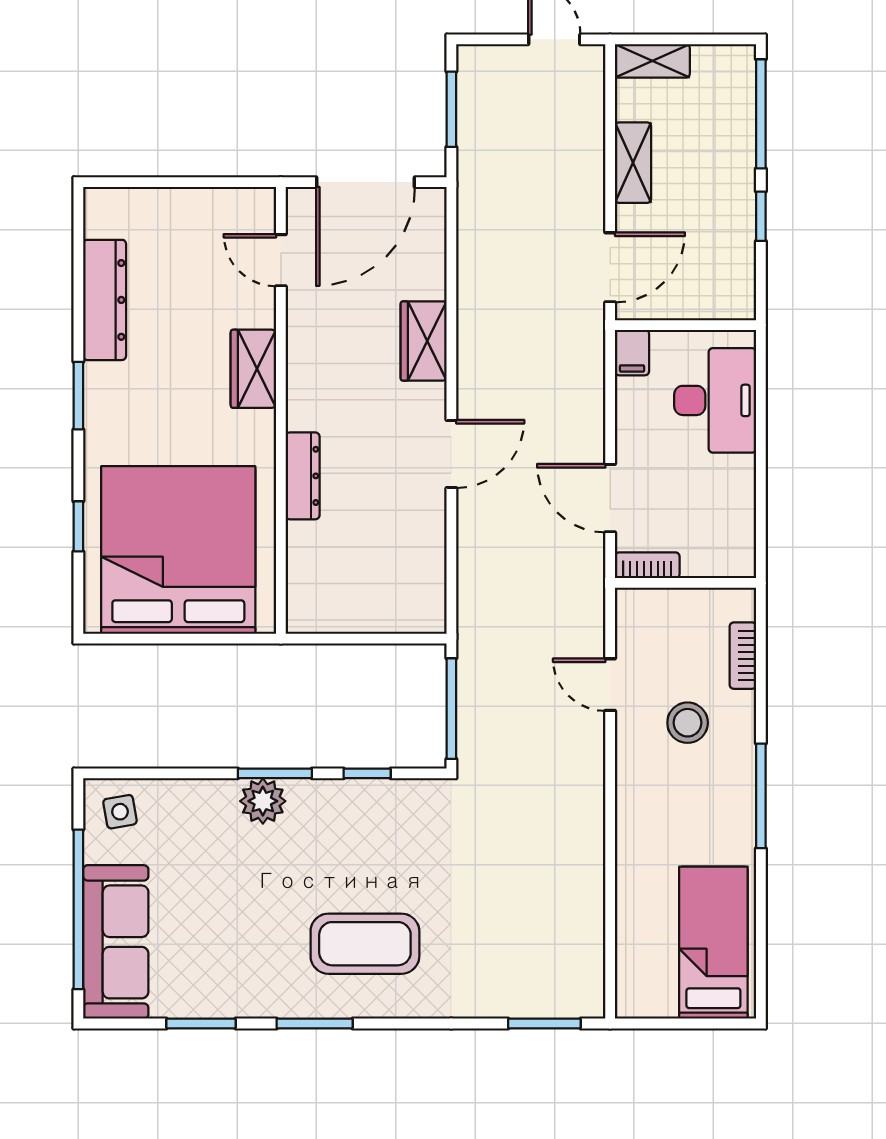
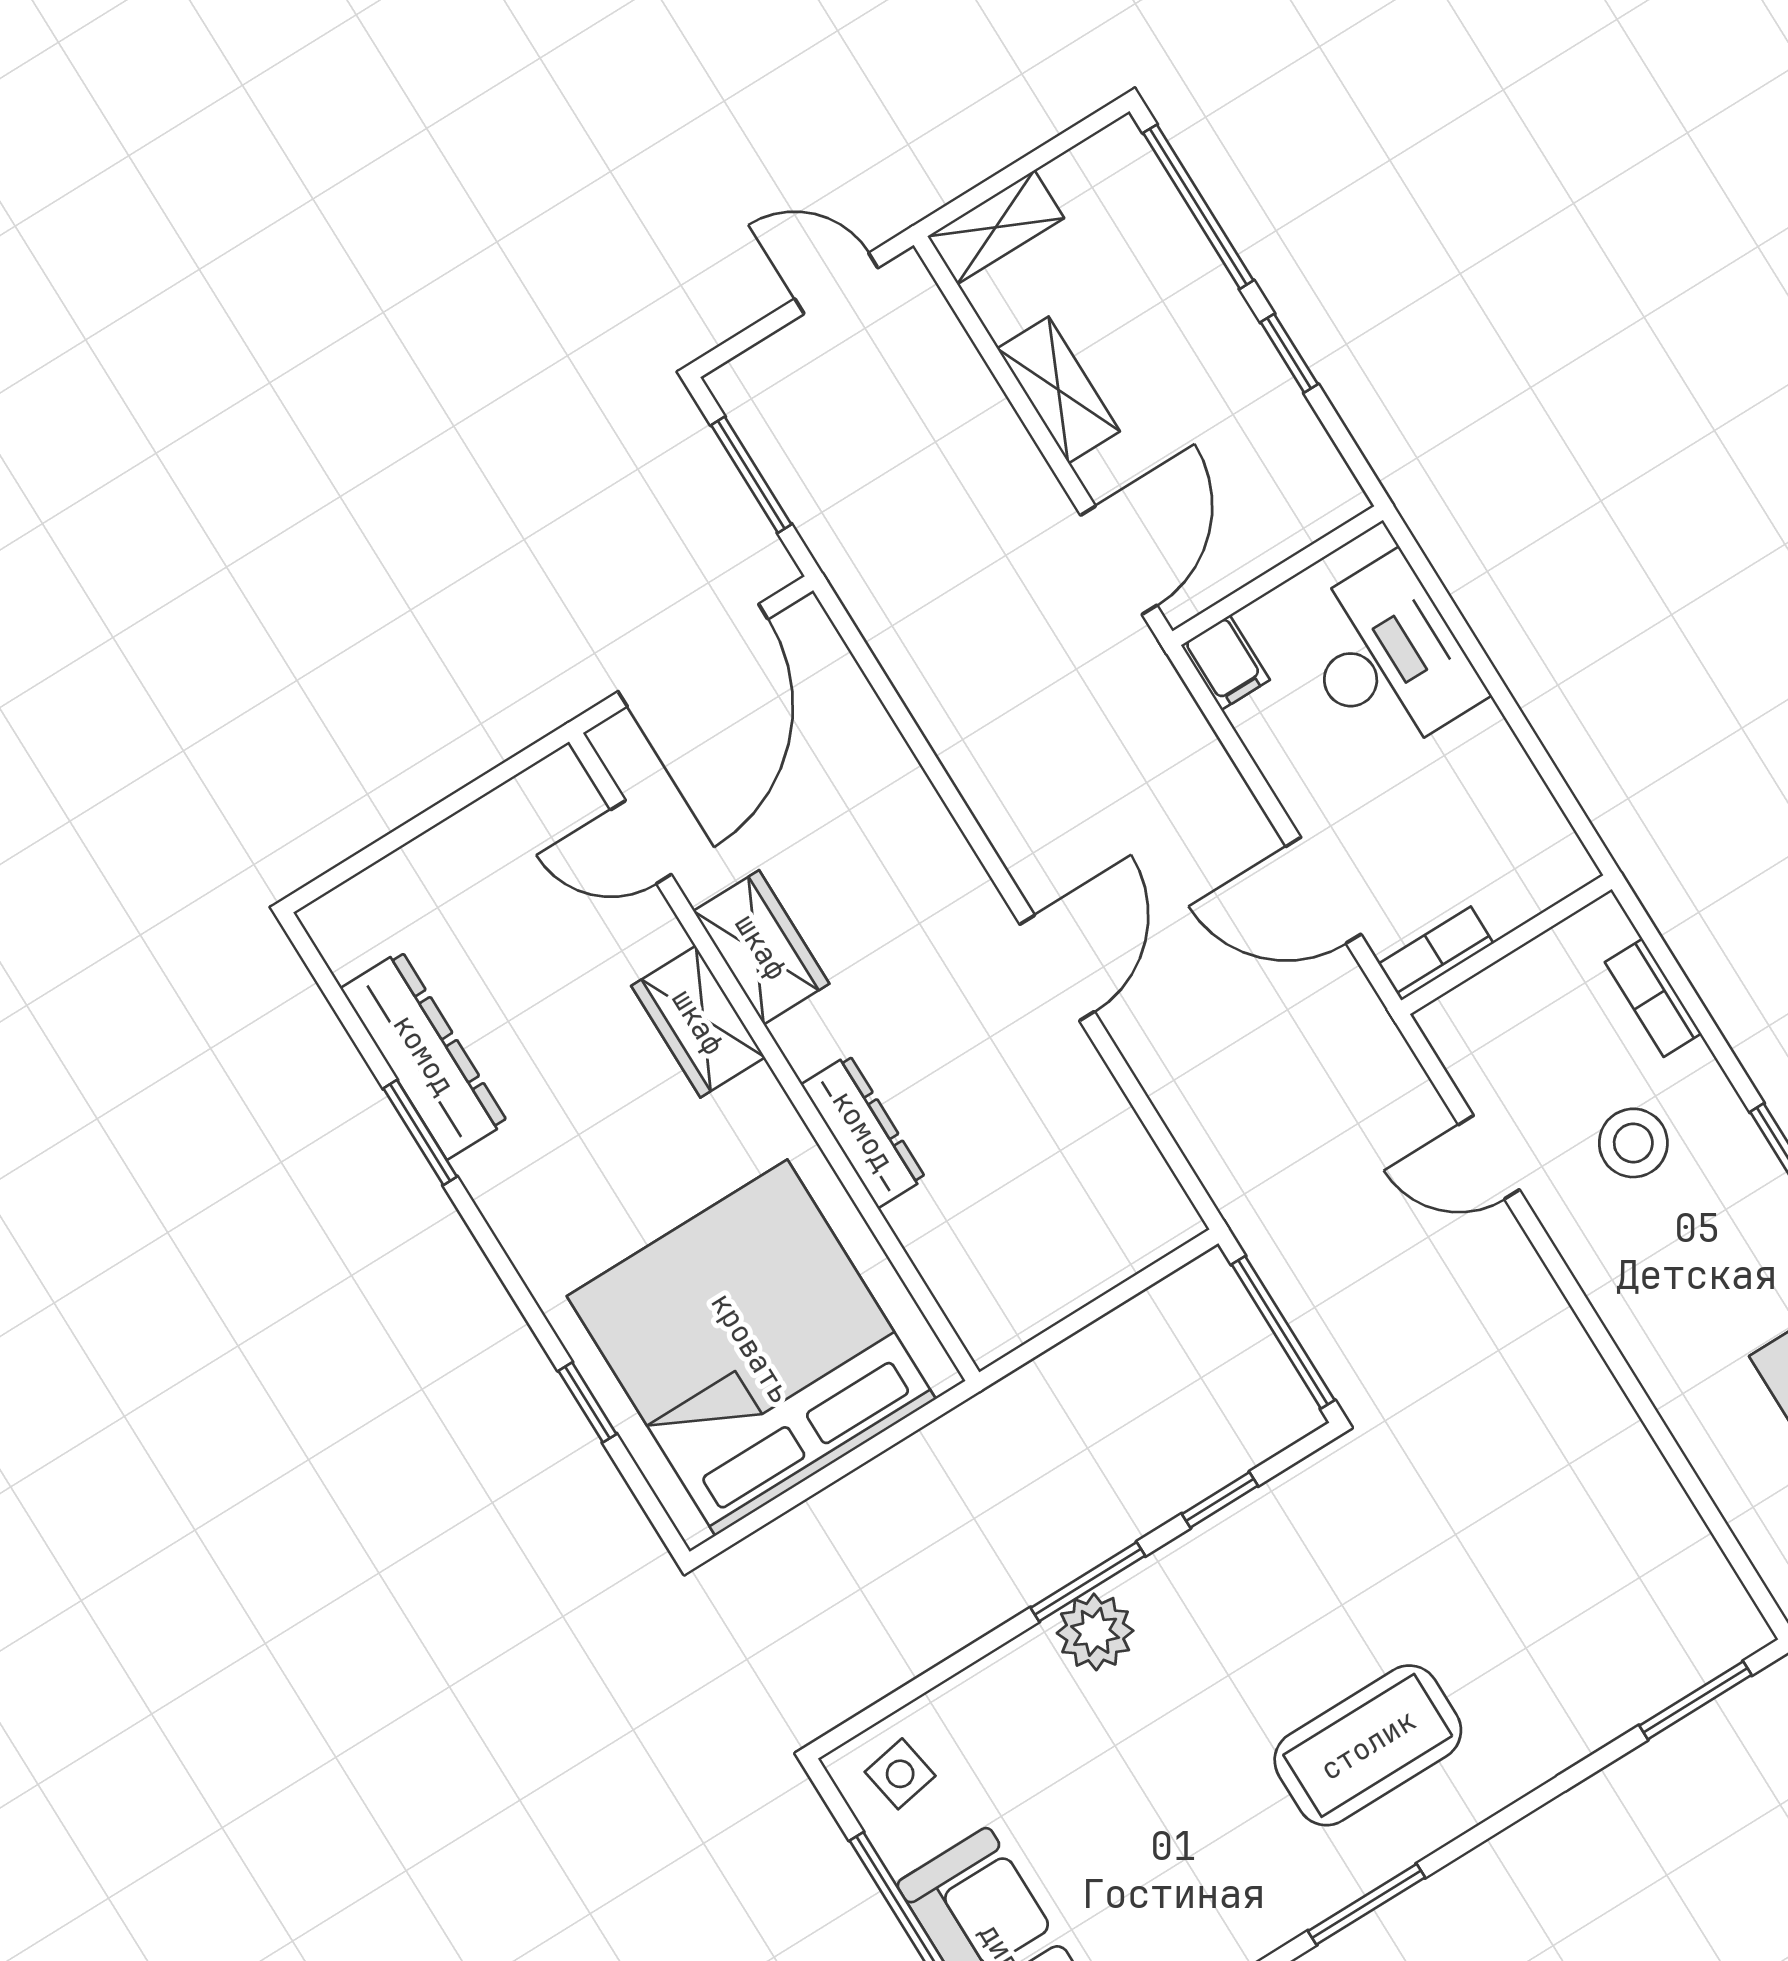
wardrobe: (424, 341) -> (761, 947), moved, turned 180
window: (78, 396) -> (420, 1133), moved

